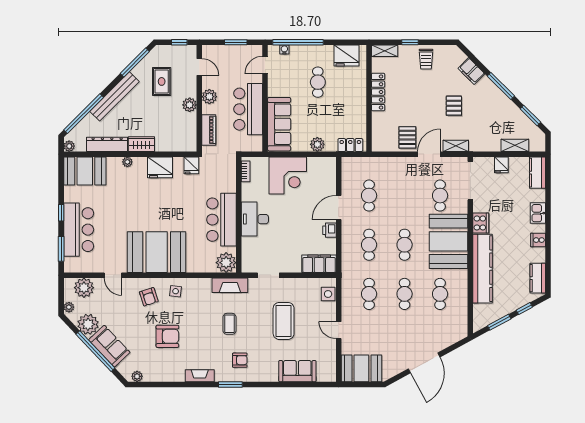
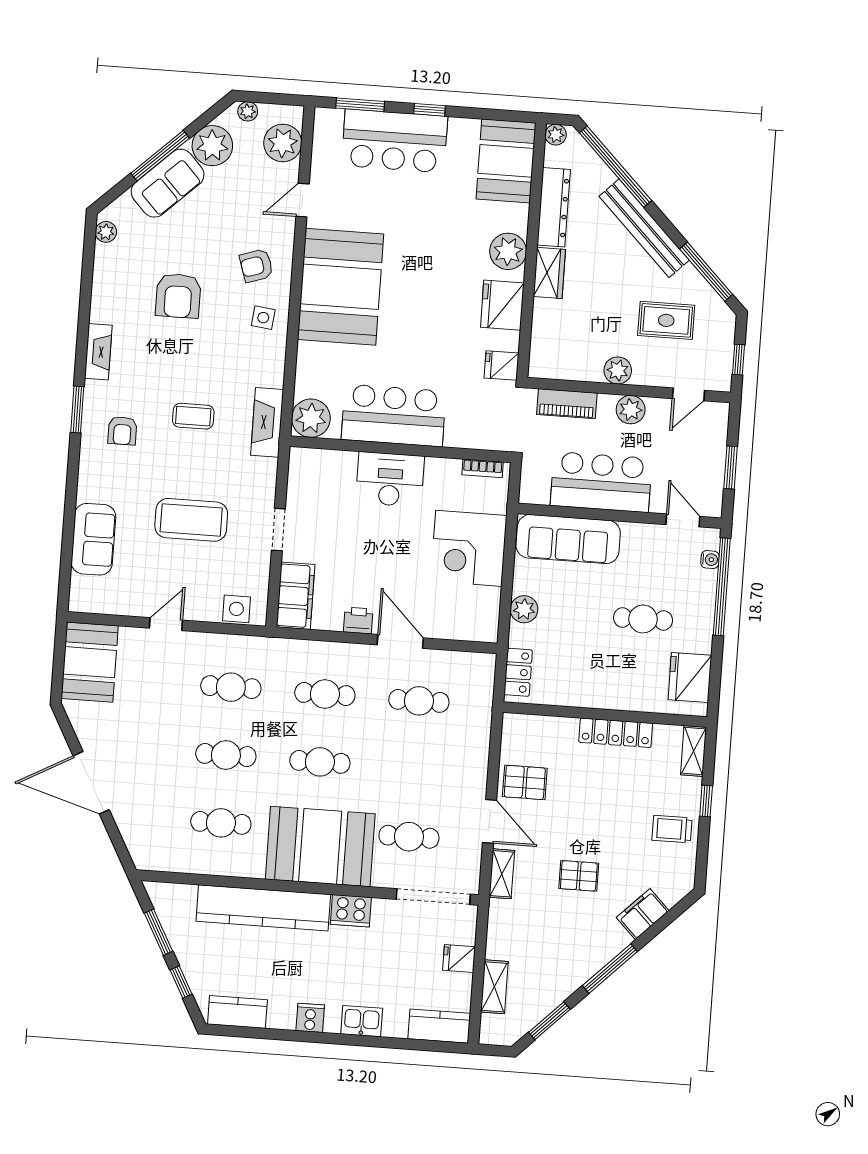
plant: (127, 162) -> (508, 251), width x1.88, depth x1.88
doorway: (268, 275) -> (278, 530), moved
window: (95, 351) -> (160, 156), width x0.68

